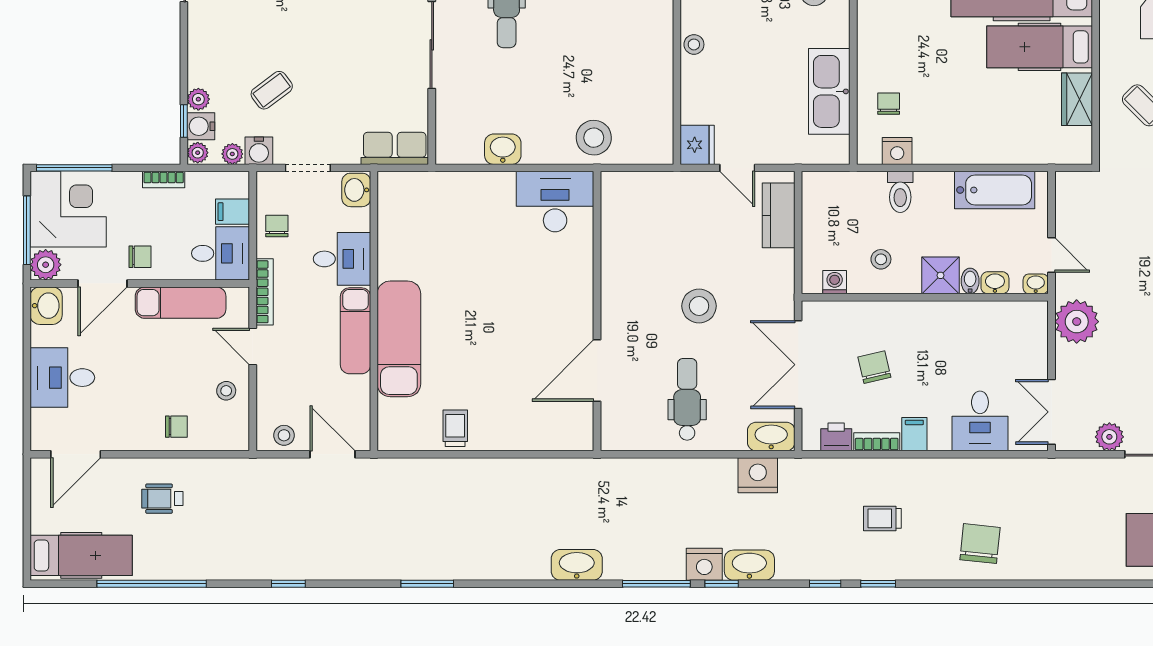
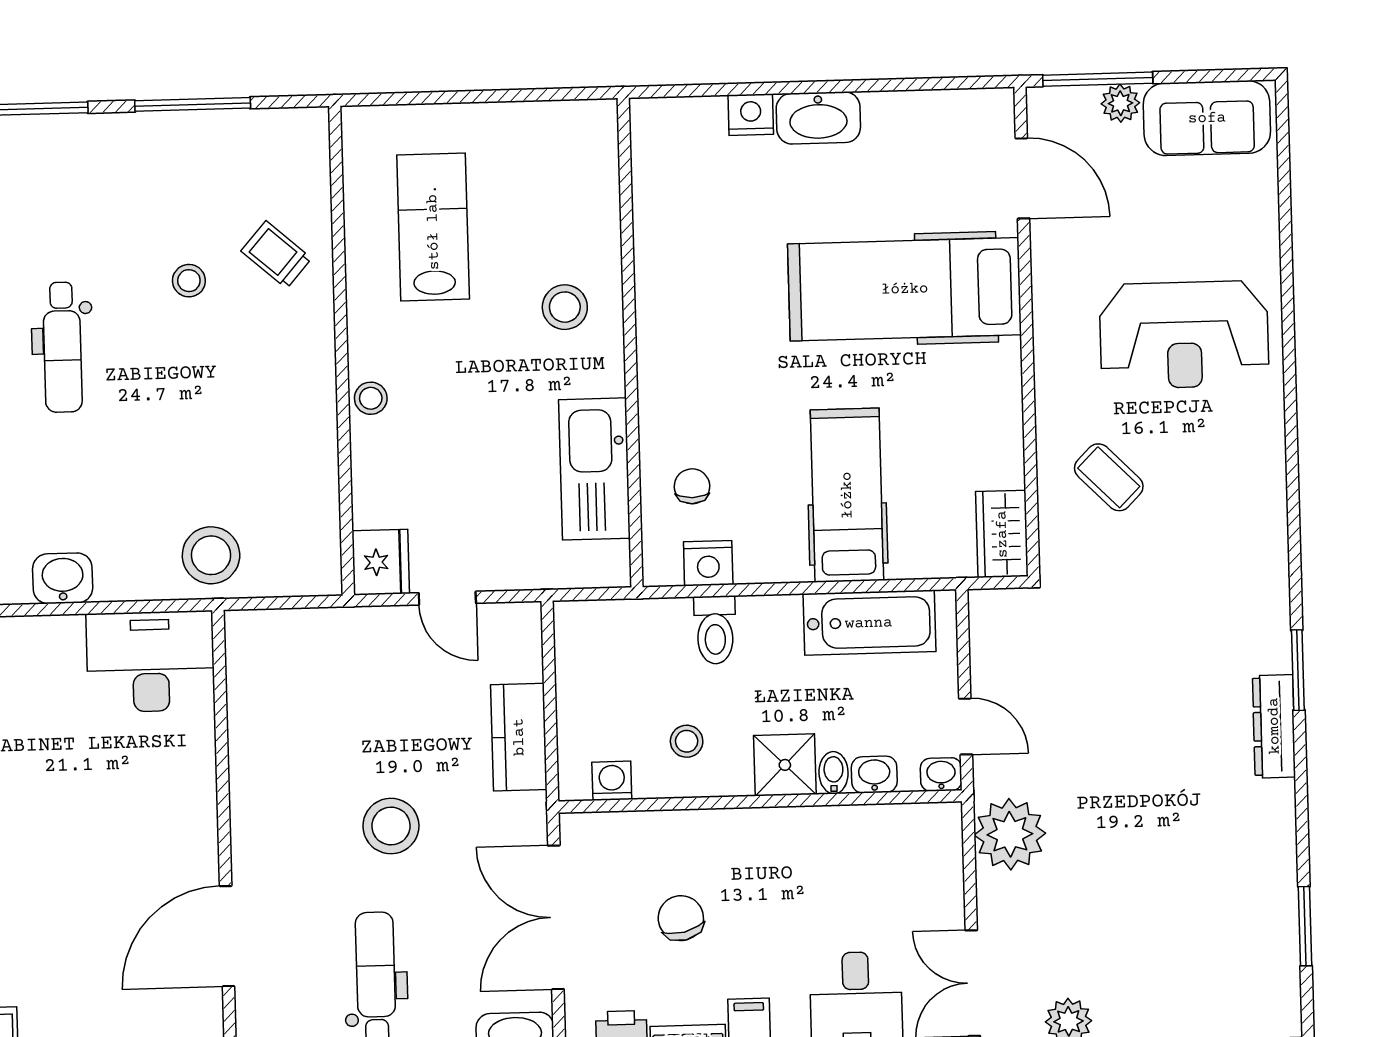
hospital bed: (1040, 47) -> (847, 495), moved, turned 90
wardrobe: (1077, 99) -> (1002, 534), moved
kitchen counter: (779, 215) -> (519, 737), moved

